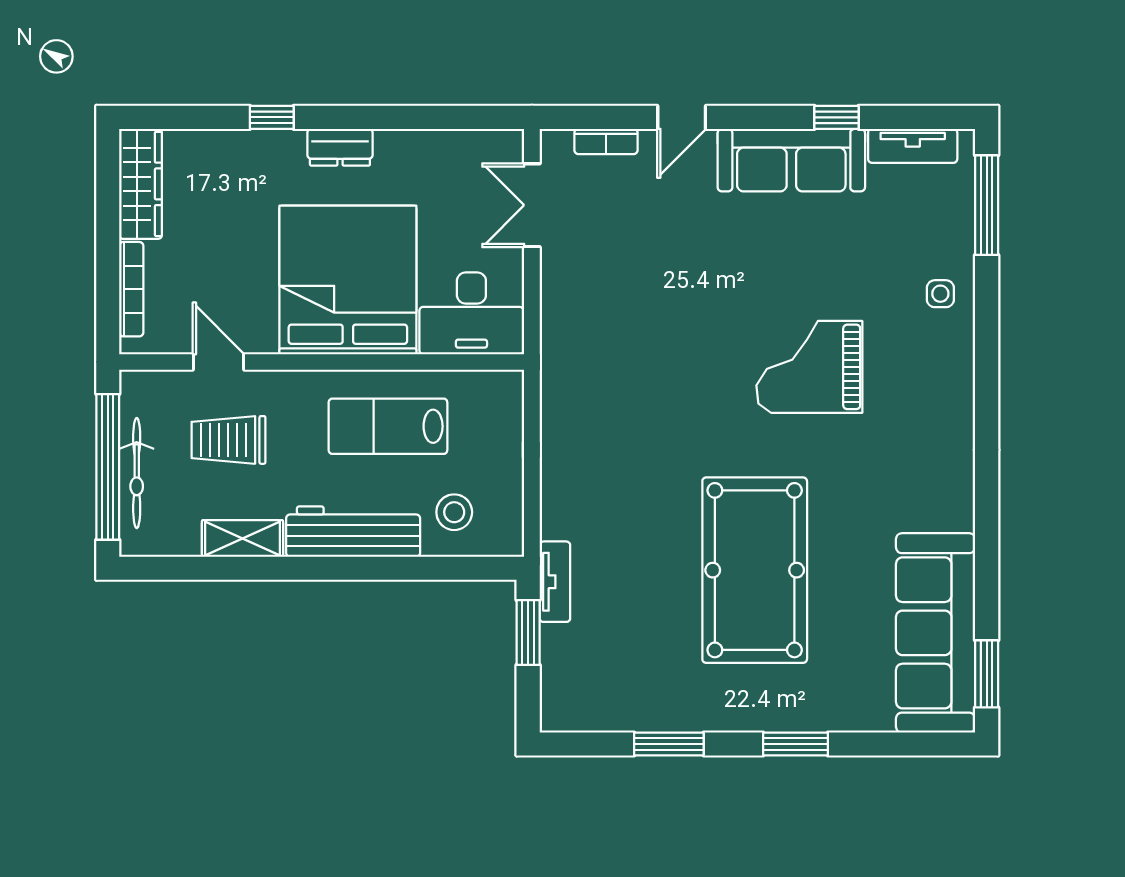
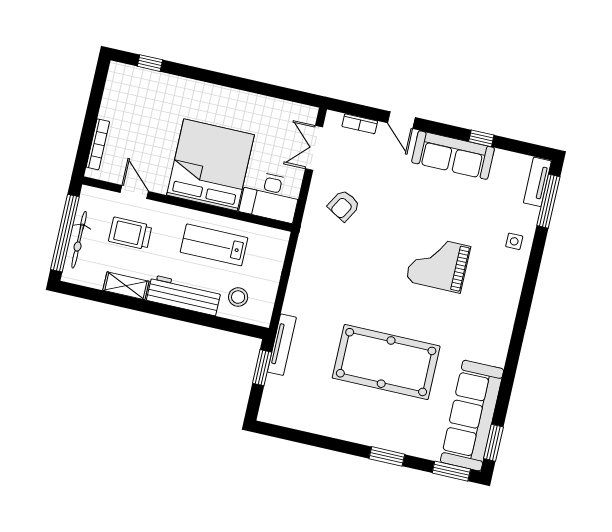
window: (272, 117) -> (150, 63), moved
door: (682, 117) -> (401, 120), hinge flipped
tv unit: (913, 146) -> (537, 182), moved, turned 90
dresser: (340, 147) -> (222, 96), removed
wardrobe: (140, 184) -> (115, 91), removed
armchair: (611, 299) -> (344, 206), added
pool table: (755, 570) -> (386, 362), turned 90
tv unit: (555, 582) -> (282, 345), width x1.41
window: (669, 744) -> (451, 471), moved

